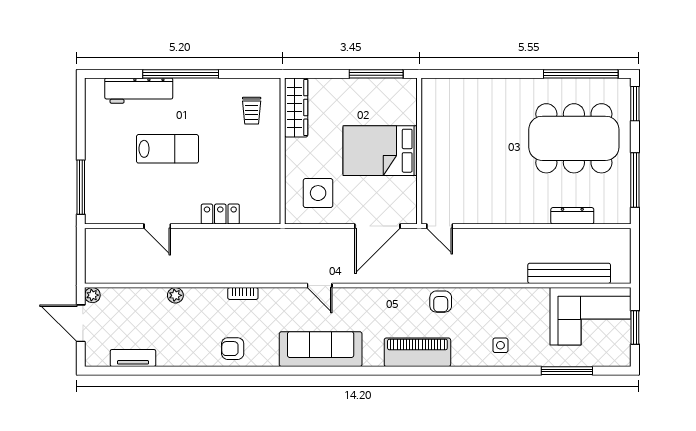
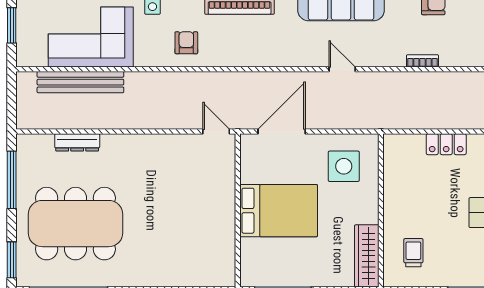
armchair: (441, 302) -> (186, 43), moved
corner sofa: (590, 316) -> (91, 37), moved

